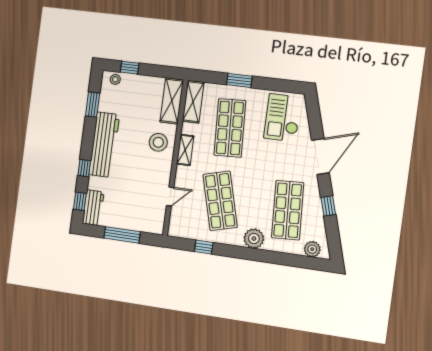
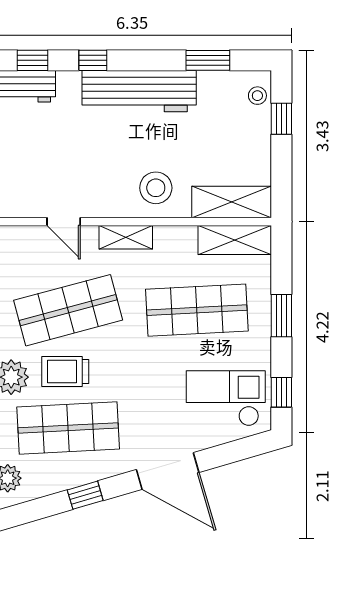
window: (283, 86) -> (281, 392), added
shelving: (185, 150) -> (126, 237), moved
trolley: (255, 207) -> (65, 371), added

